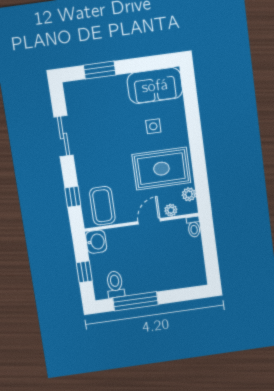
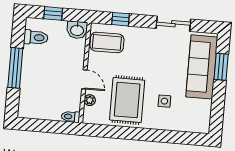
sofa: (155, 86) -> (202, 67), moved, width x1.36
plant: (189, 194) -> (100, 119), removed
window: (135, 301) -> (15, 68), moved

